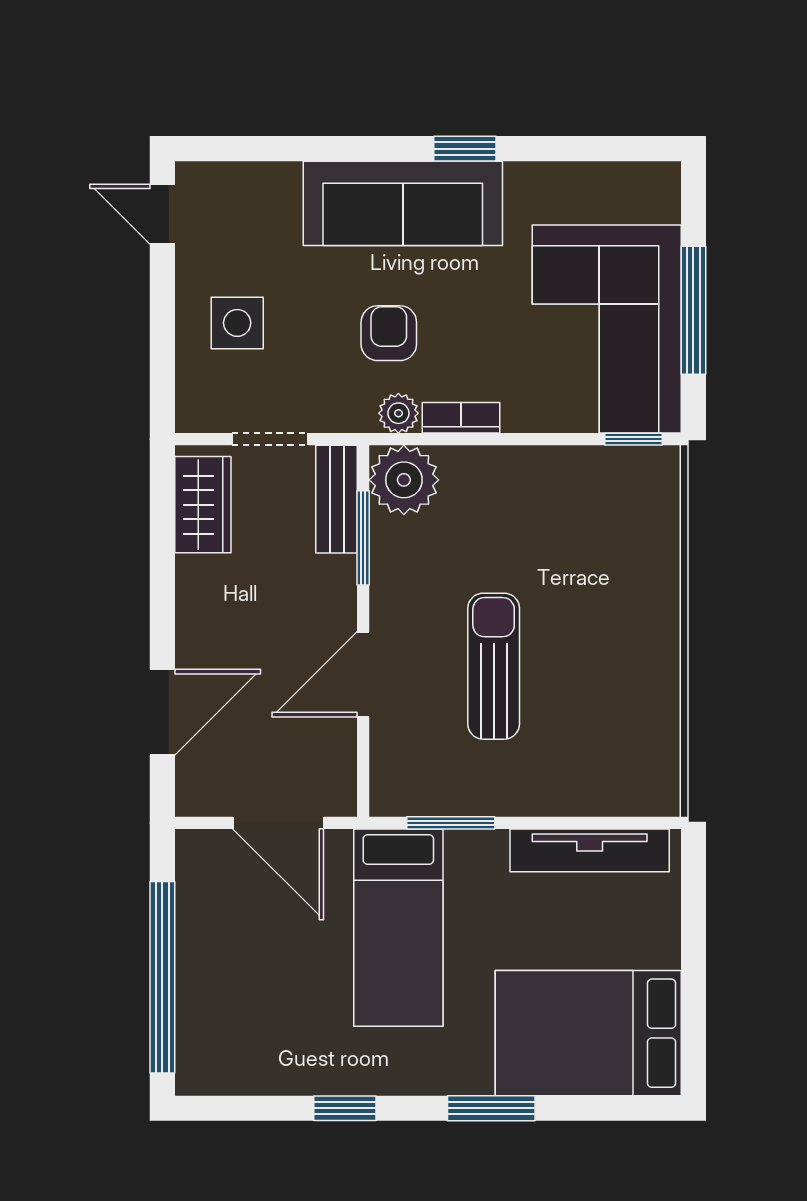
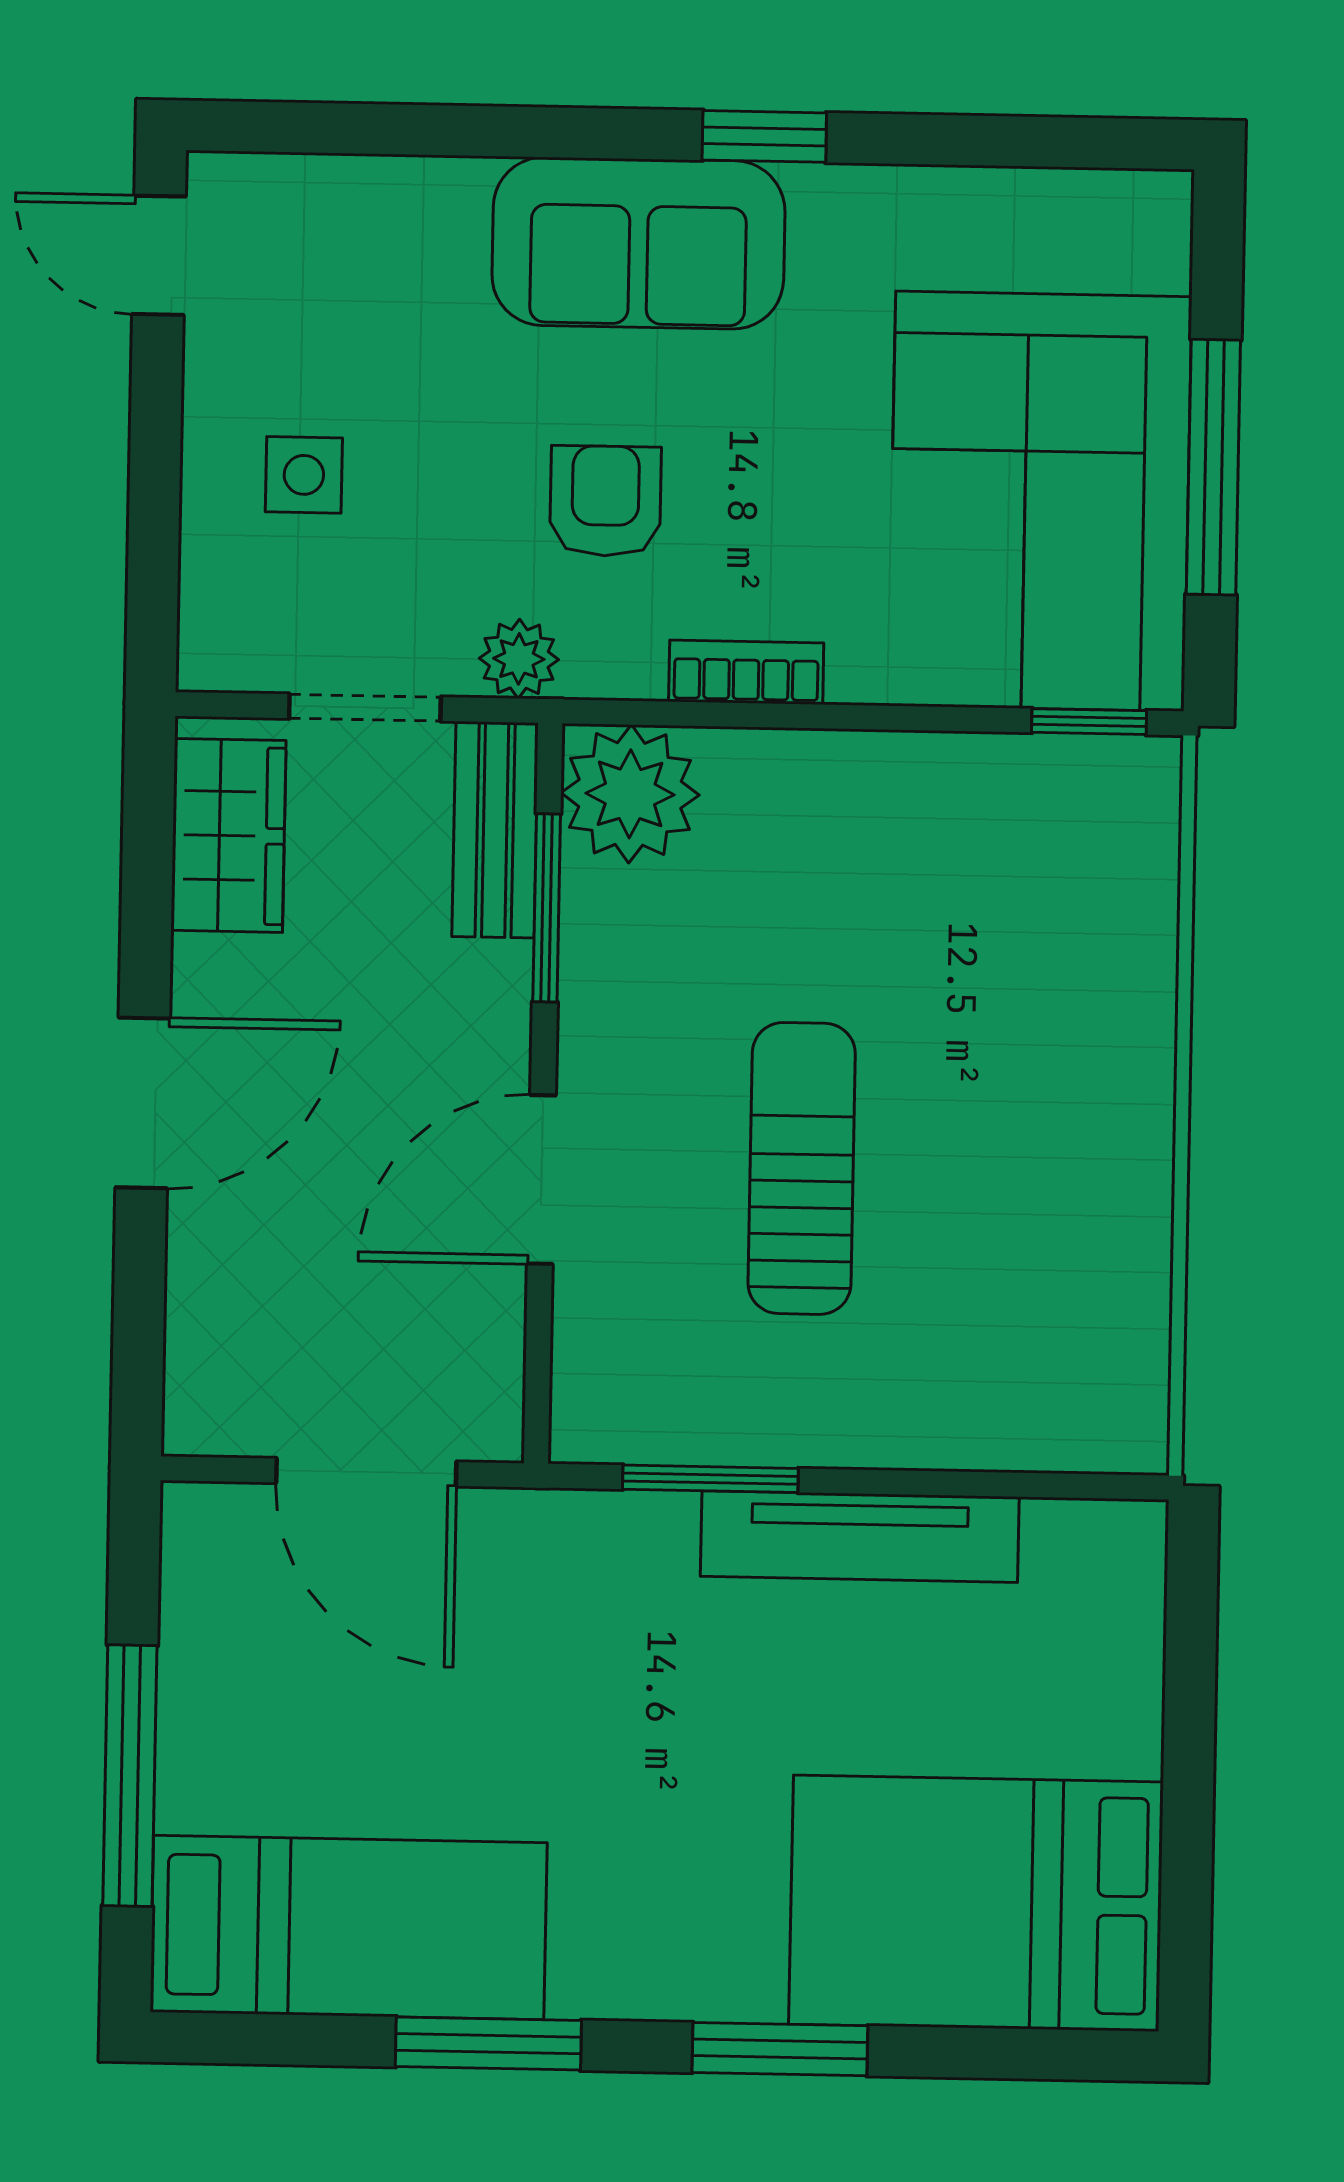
sofa: (403, 203) -> (638, 243), width x0.73
side table: (237, 323) -> (304, 475), width x0.73, depth x0.73
plant: (398, 413) -> (519, 659), moved
door: (162, 712) -> (143, 1103), moved
tv unit: (590, 850) -> (860, 1537), moved
bed: (398, 928) -> (349, 1927), moved, turned -90
window: (162, 977) -> (130, 1776), width x0.68
window: (345, 1108) -> (488, 2044), width x1.50

